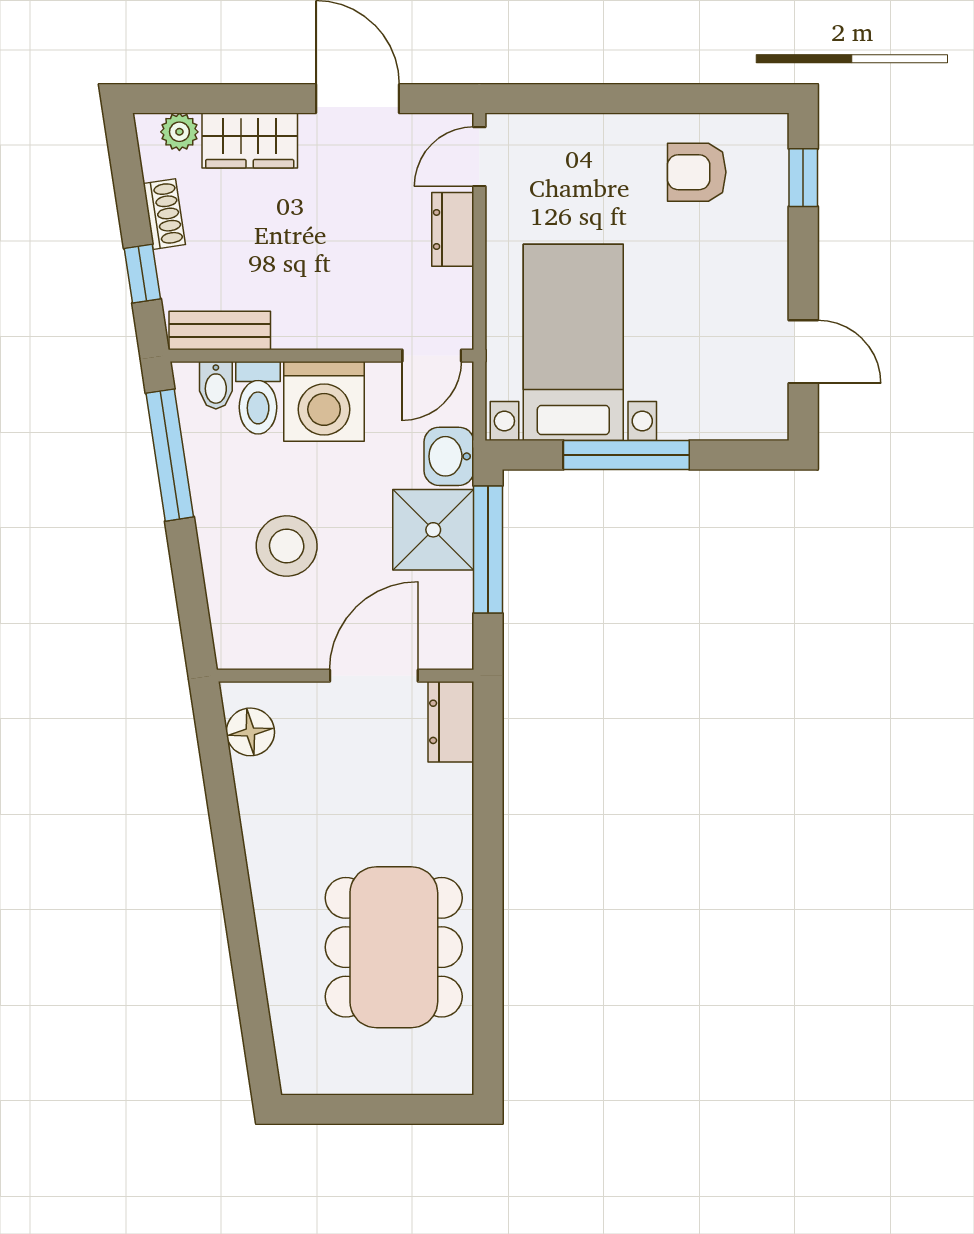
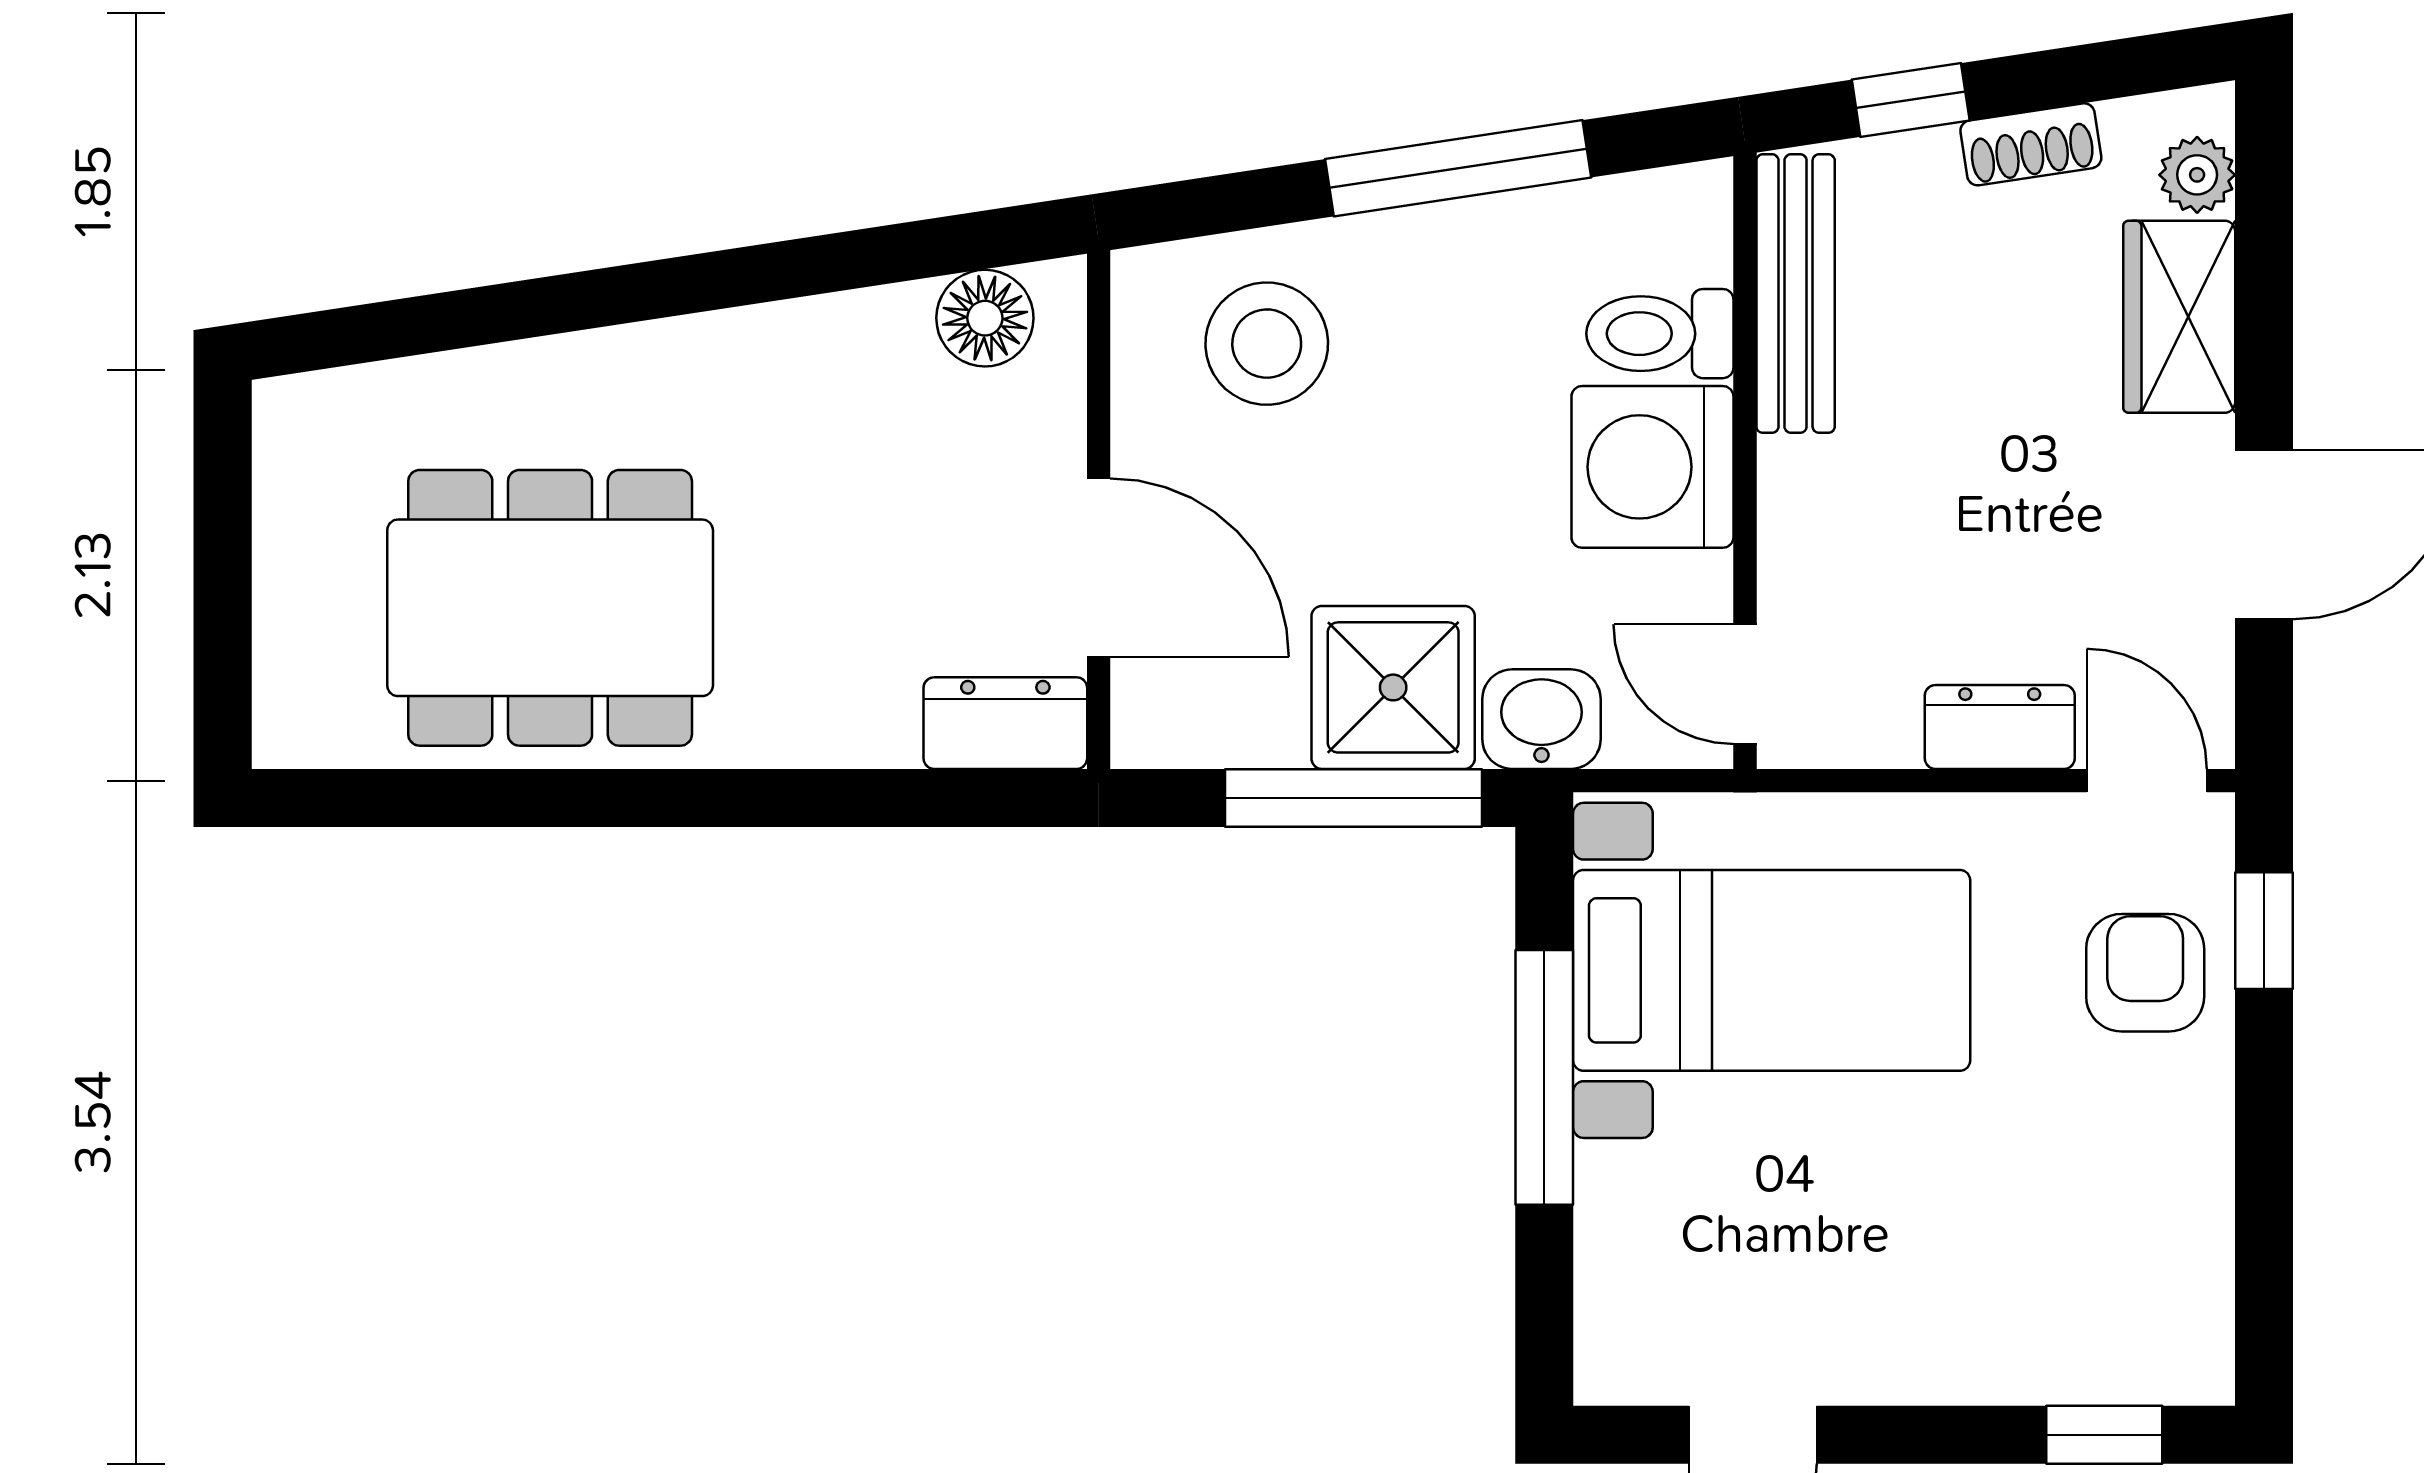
window: (554, 99) -> (2264, 931), added
armchair: (697, 172) -> (2145, 973), moved
bench: (220, 331) -> (1796, 294), width x1.36
bidet: (216, 385) -> (1685, 248), removed
window: (170, 455) -> (1458, 168), moved
stool: (287, 546) -> (1267, 344), moved

